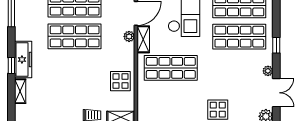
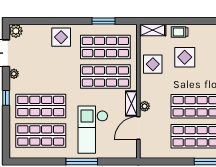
display table: (87, 88) -> (185, 57), added
shop shelf: (171, 99) -> (105, 47), added

